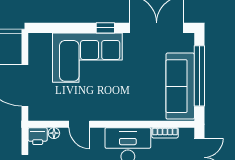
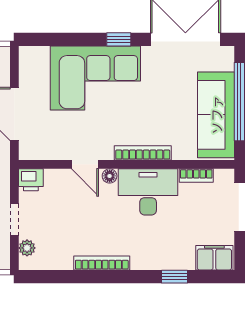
bookcase: (124, 115) -> (143, 153), added
floor lamp: (54, 133) -> (110, 176), moved

